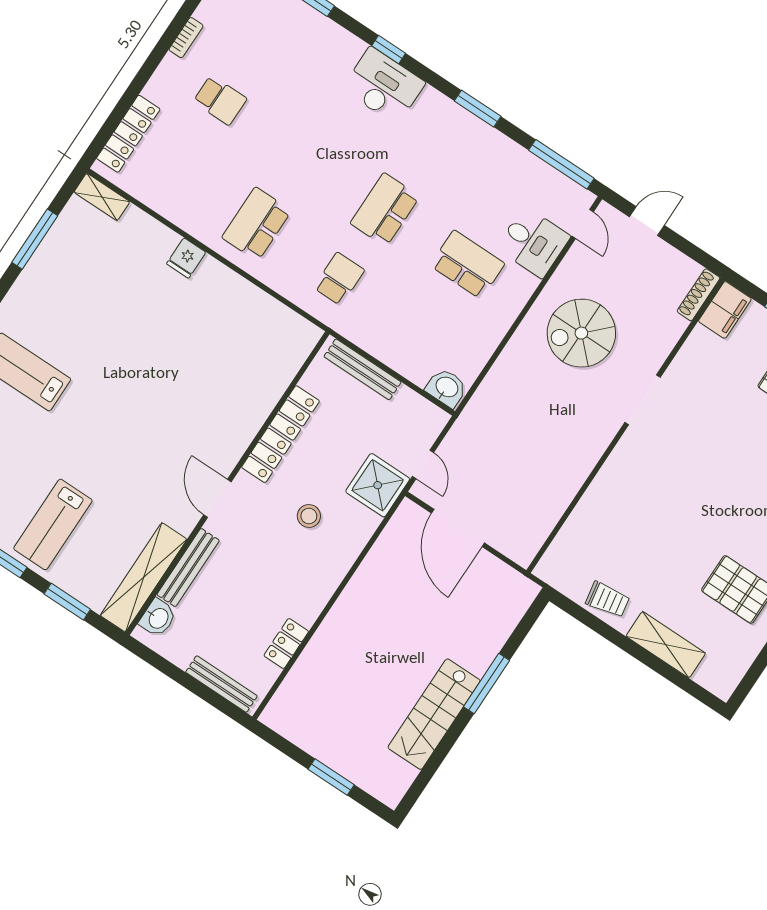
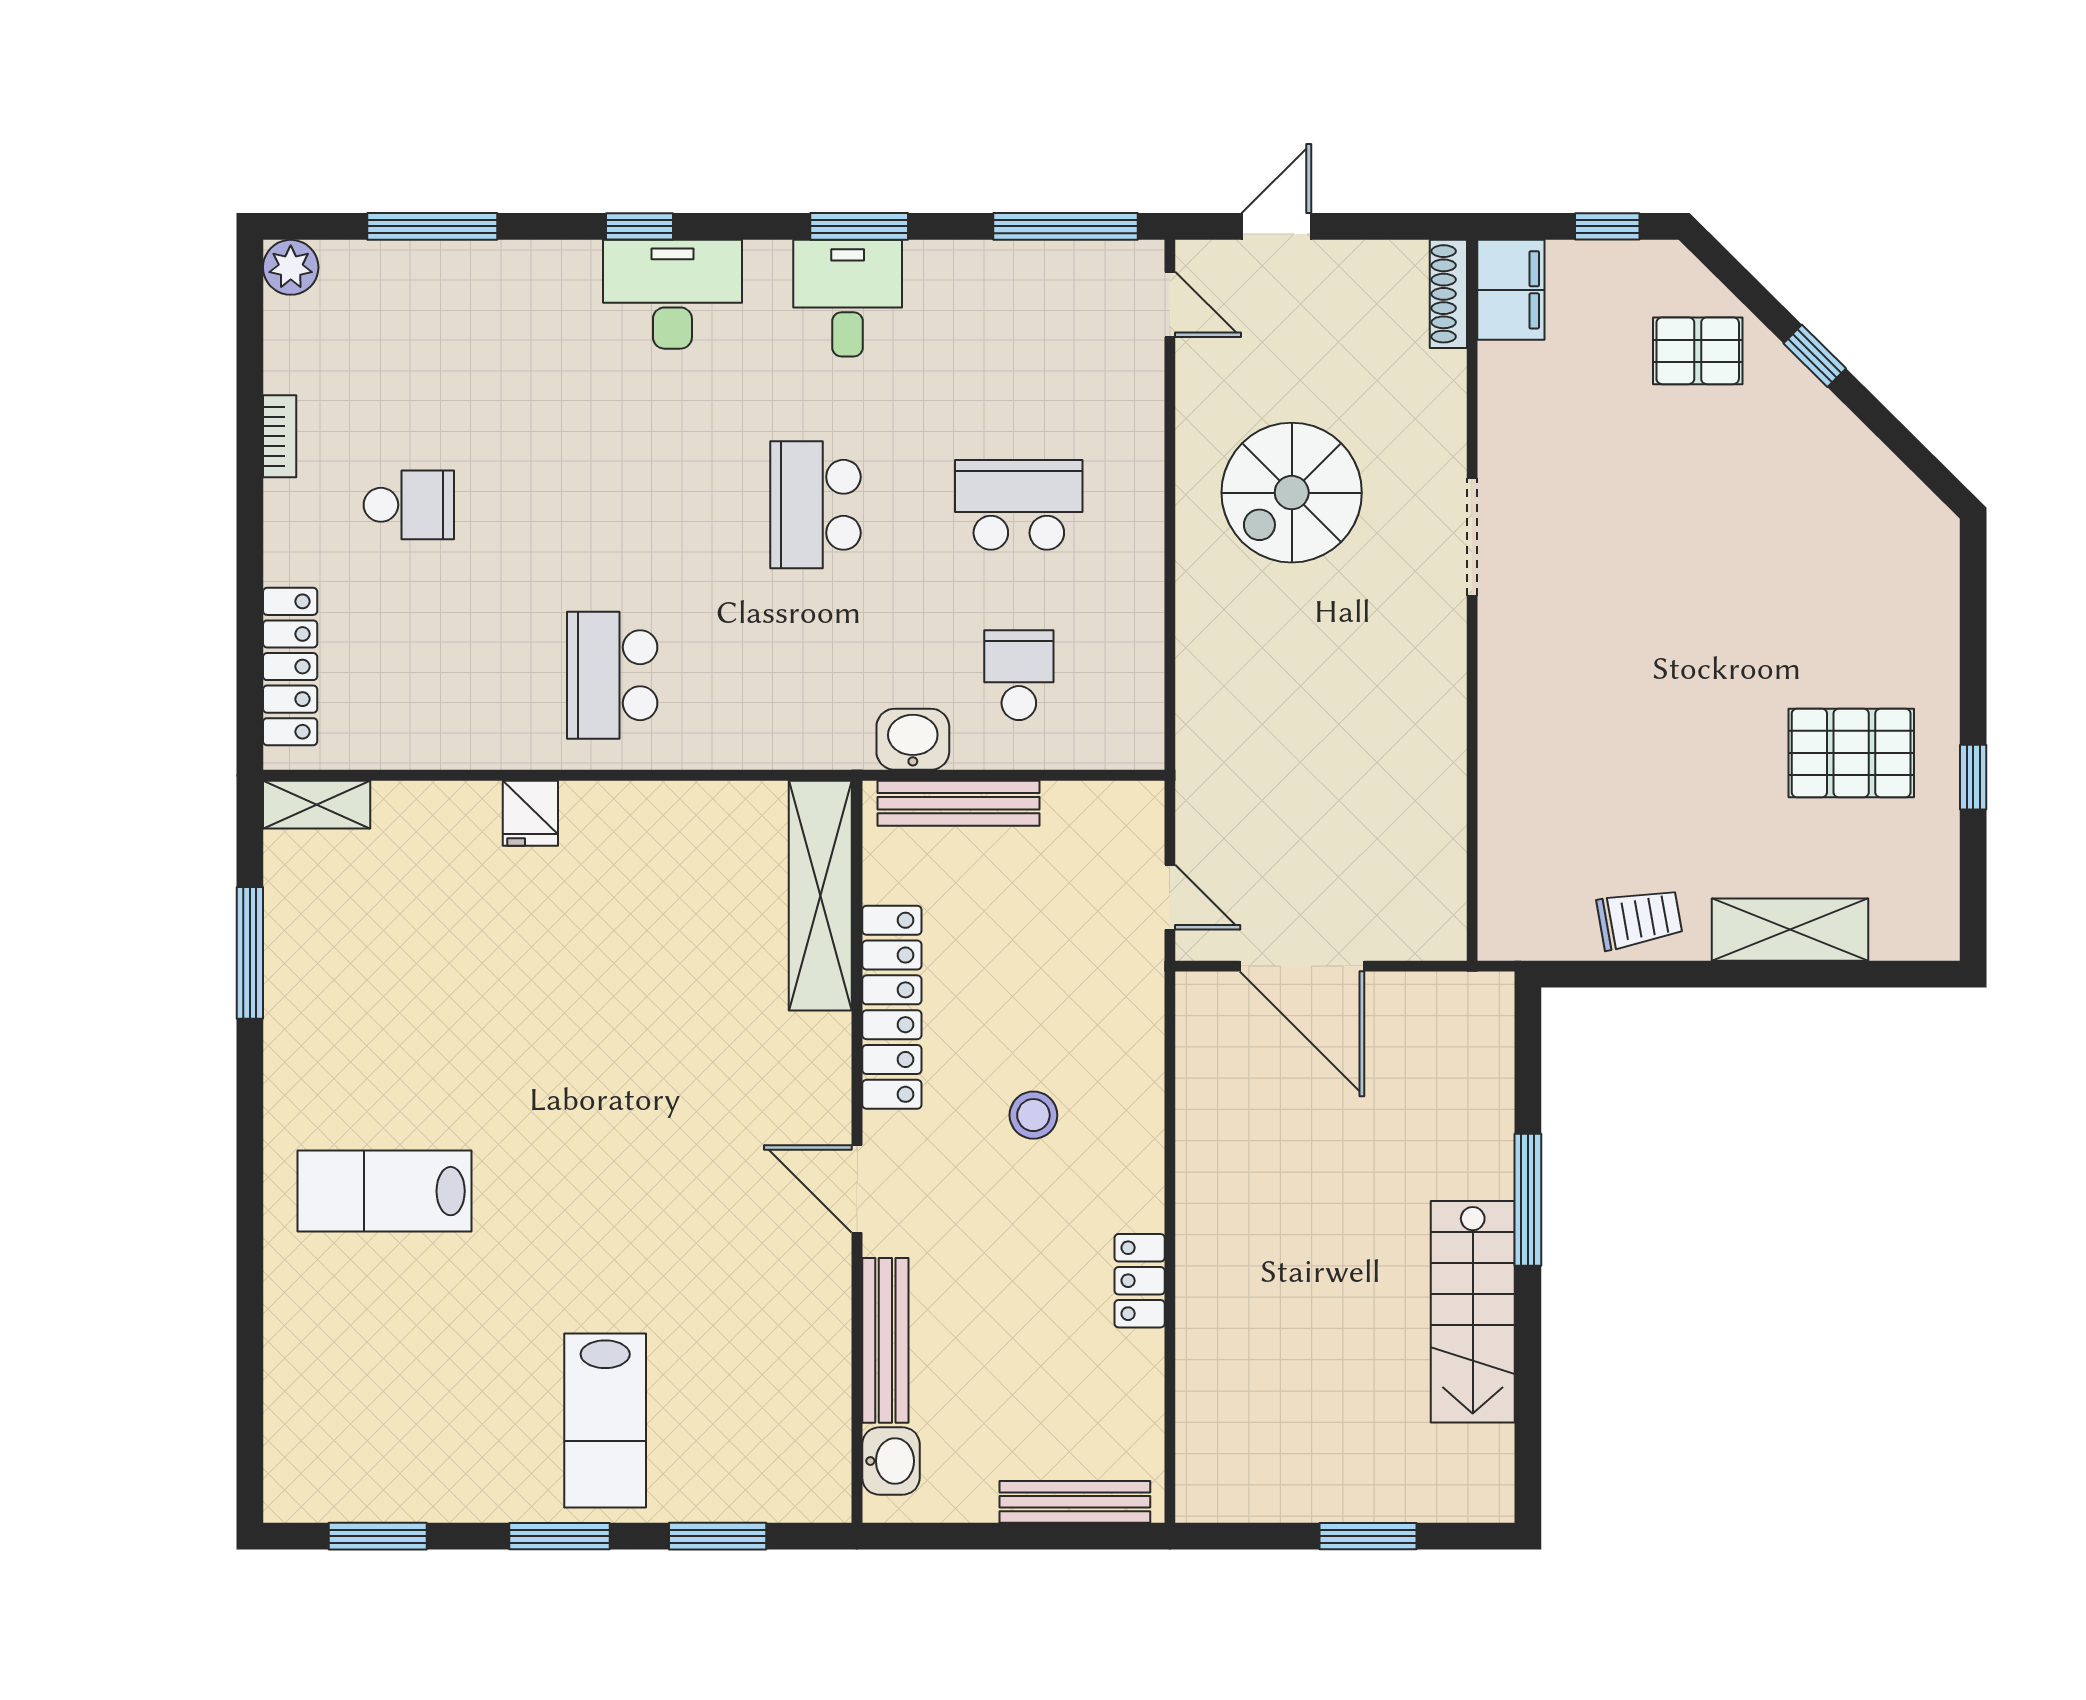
desk: (533, 242) -> (848, 298), moved, turned -90
school desk: (339, 279) -> (1019, 675), moved
washbasin: (446, 388) -> (913, 739), moved
shower: (378, 485) -> (1116, 984), removed
shelving: (144, 577) -> (820, 896), moved
locker: (286, 643) -> (1140, 1281), moved

